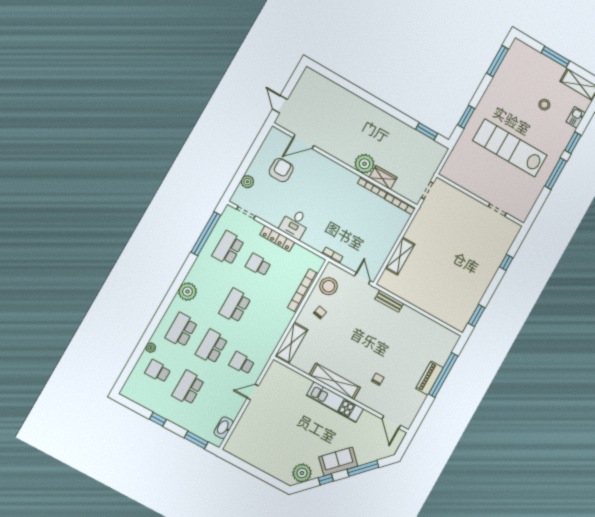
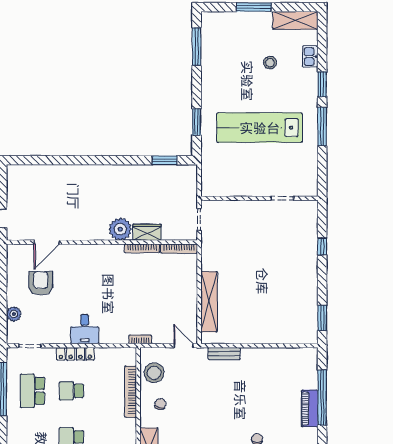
shelving: (400, 256) -> (209, 302), width x1.47

